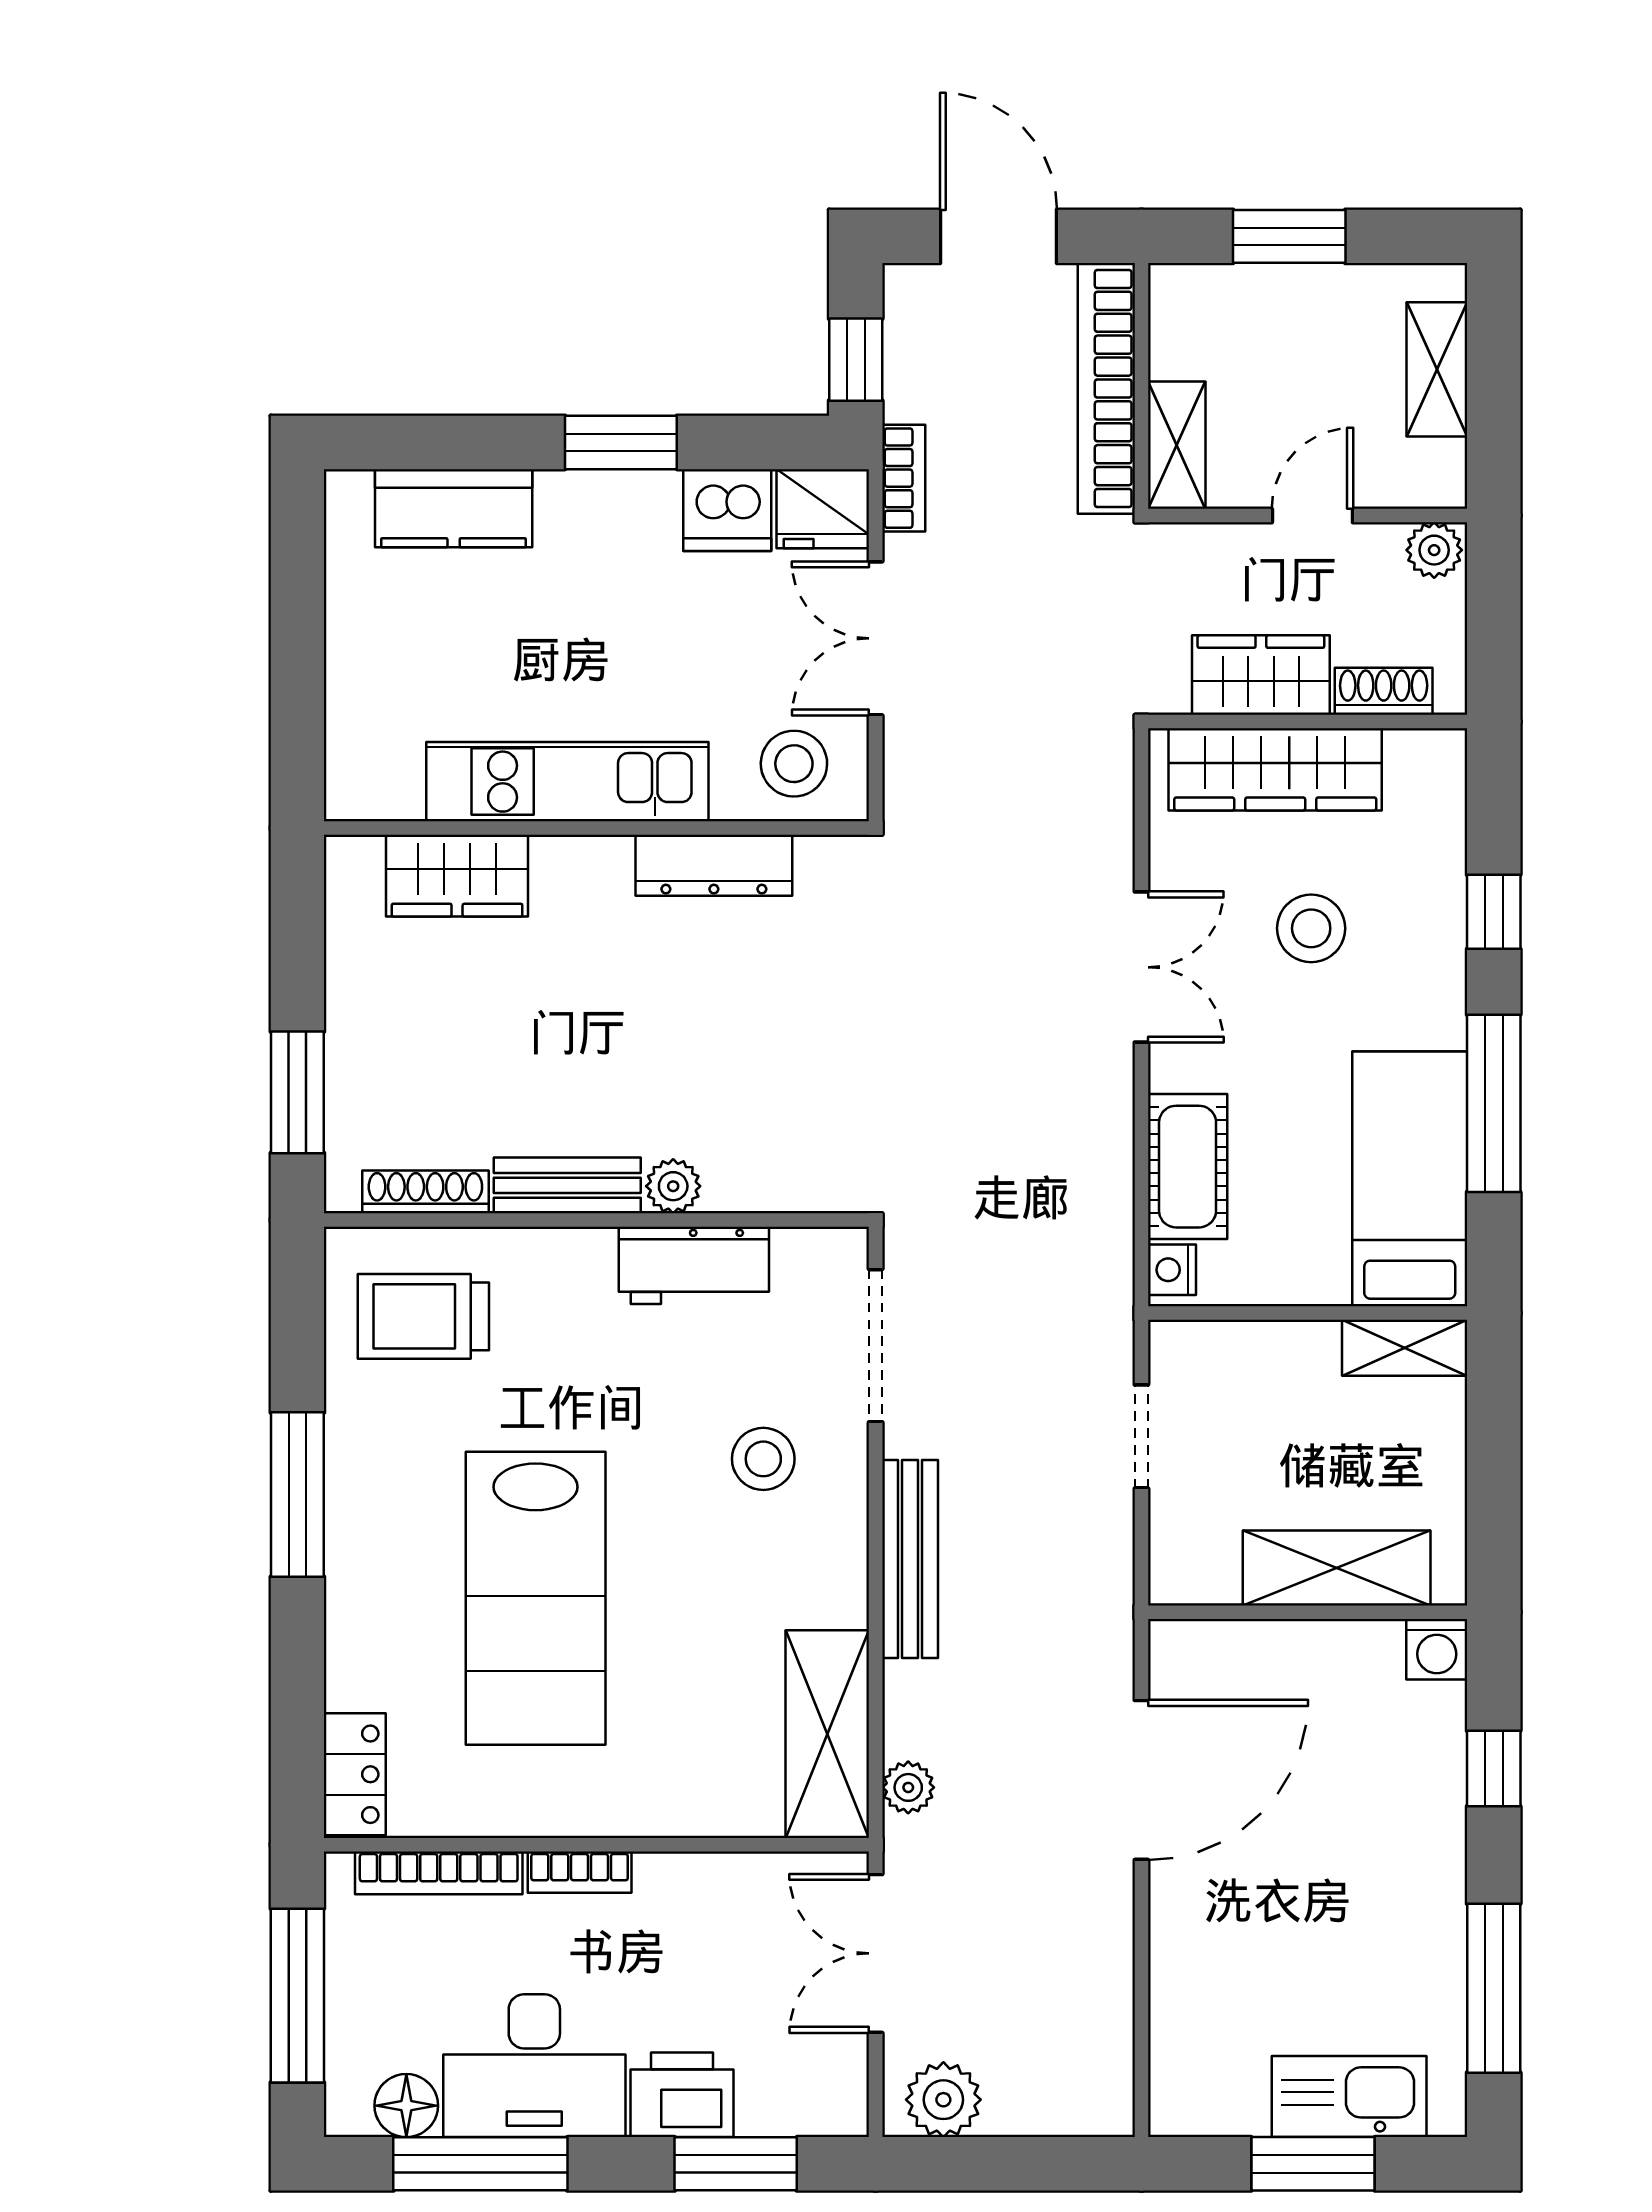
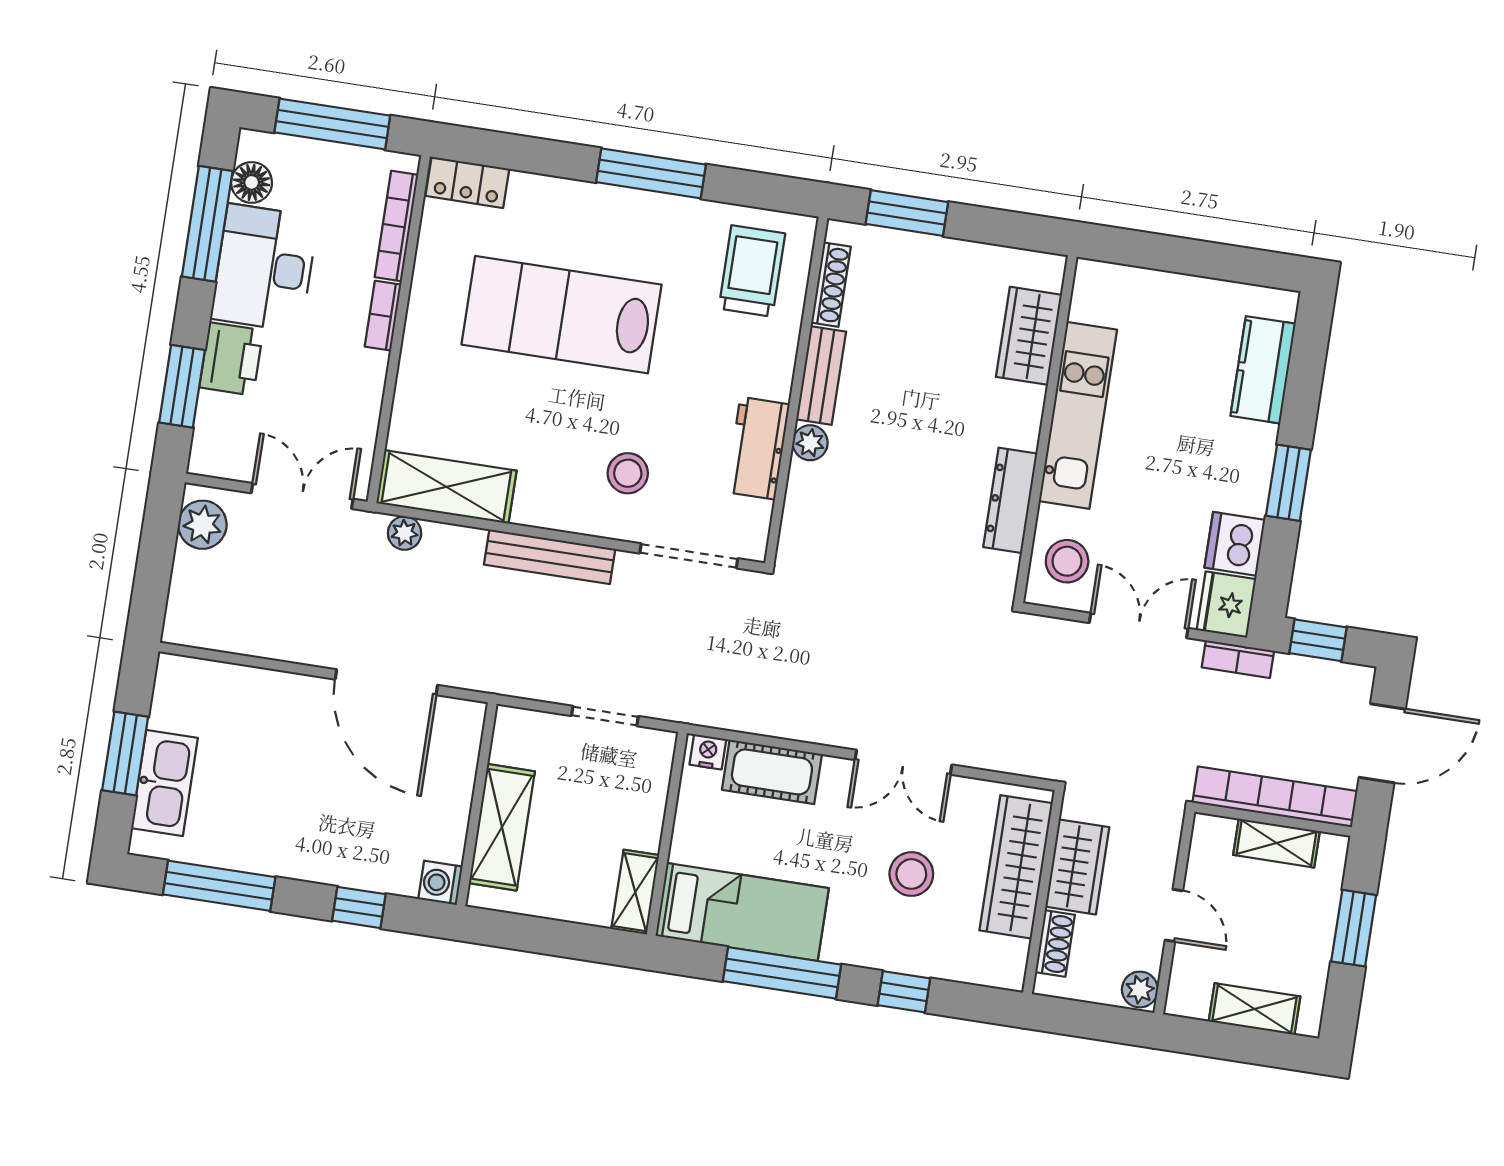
shelving: (1177, 445) -> (1276, 843), moved

